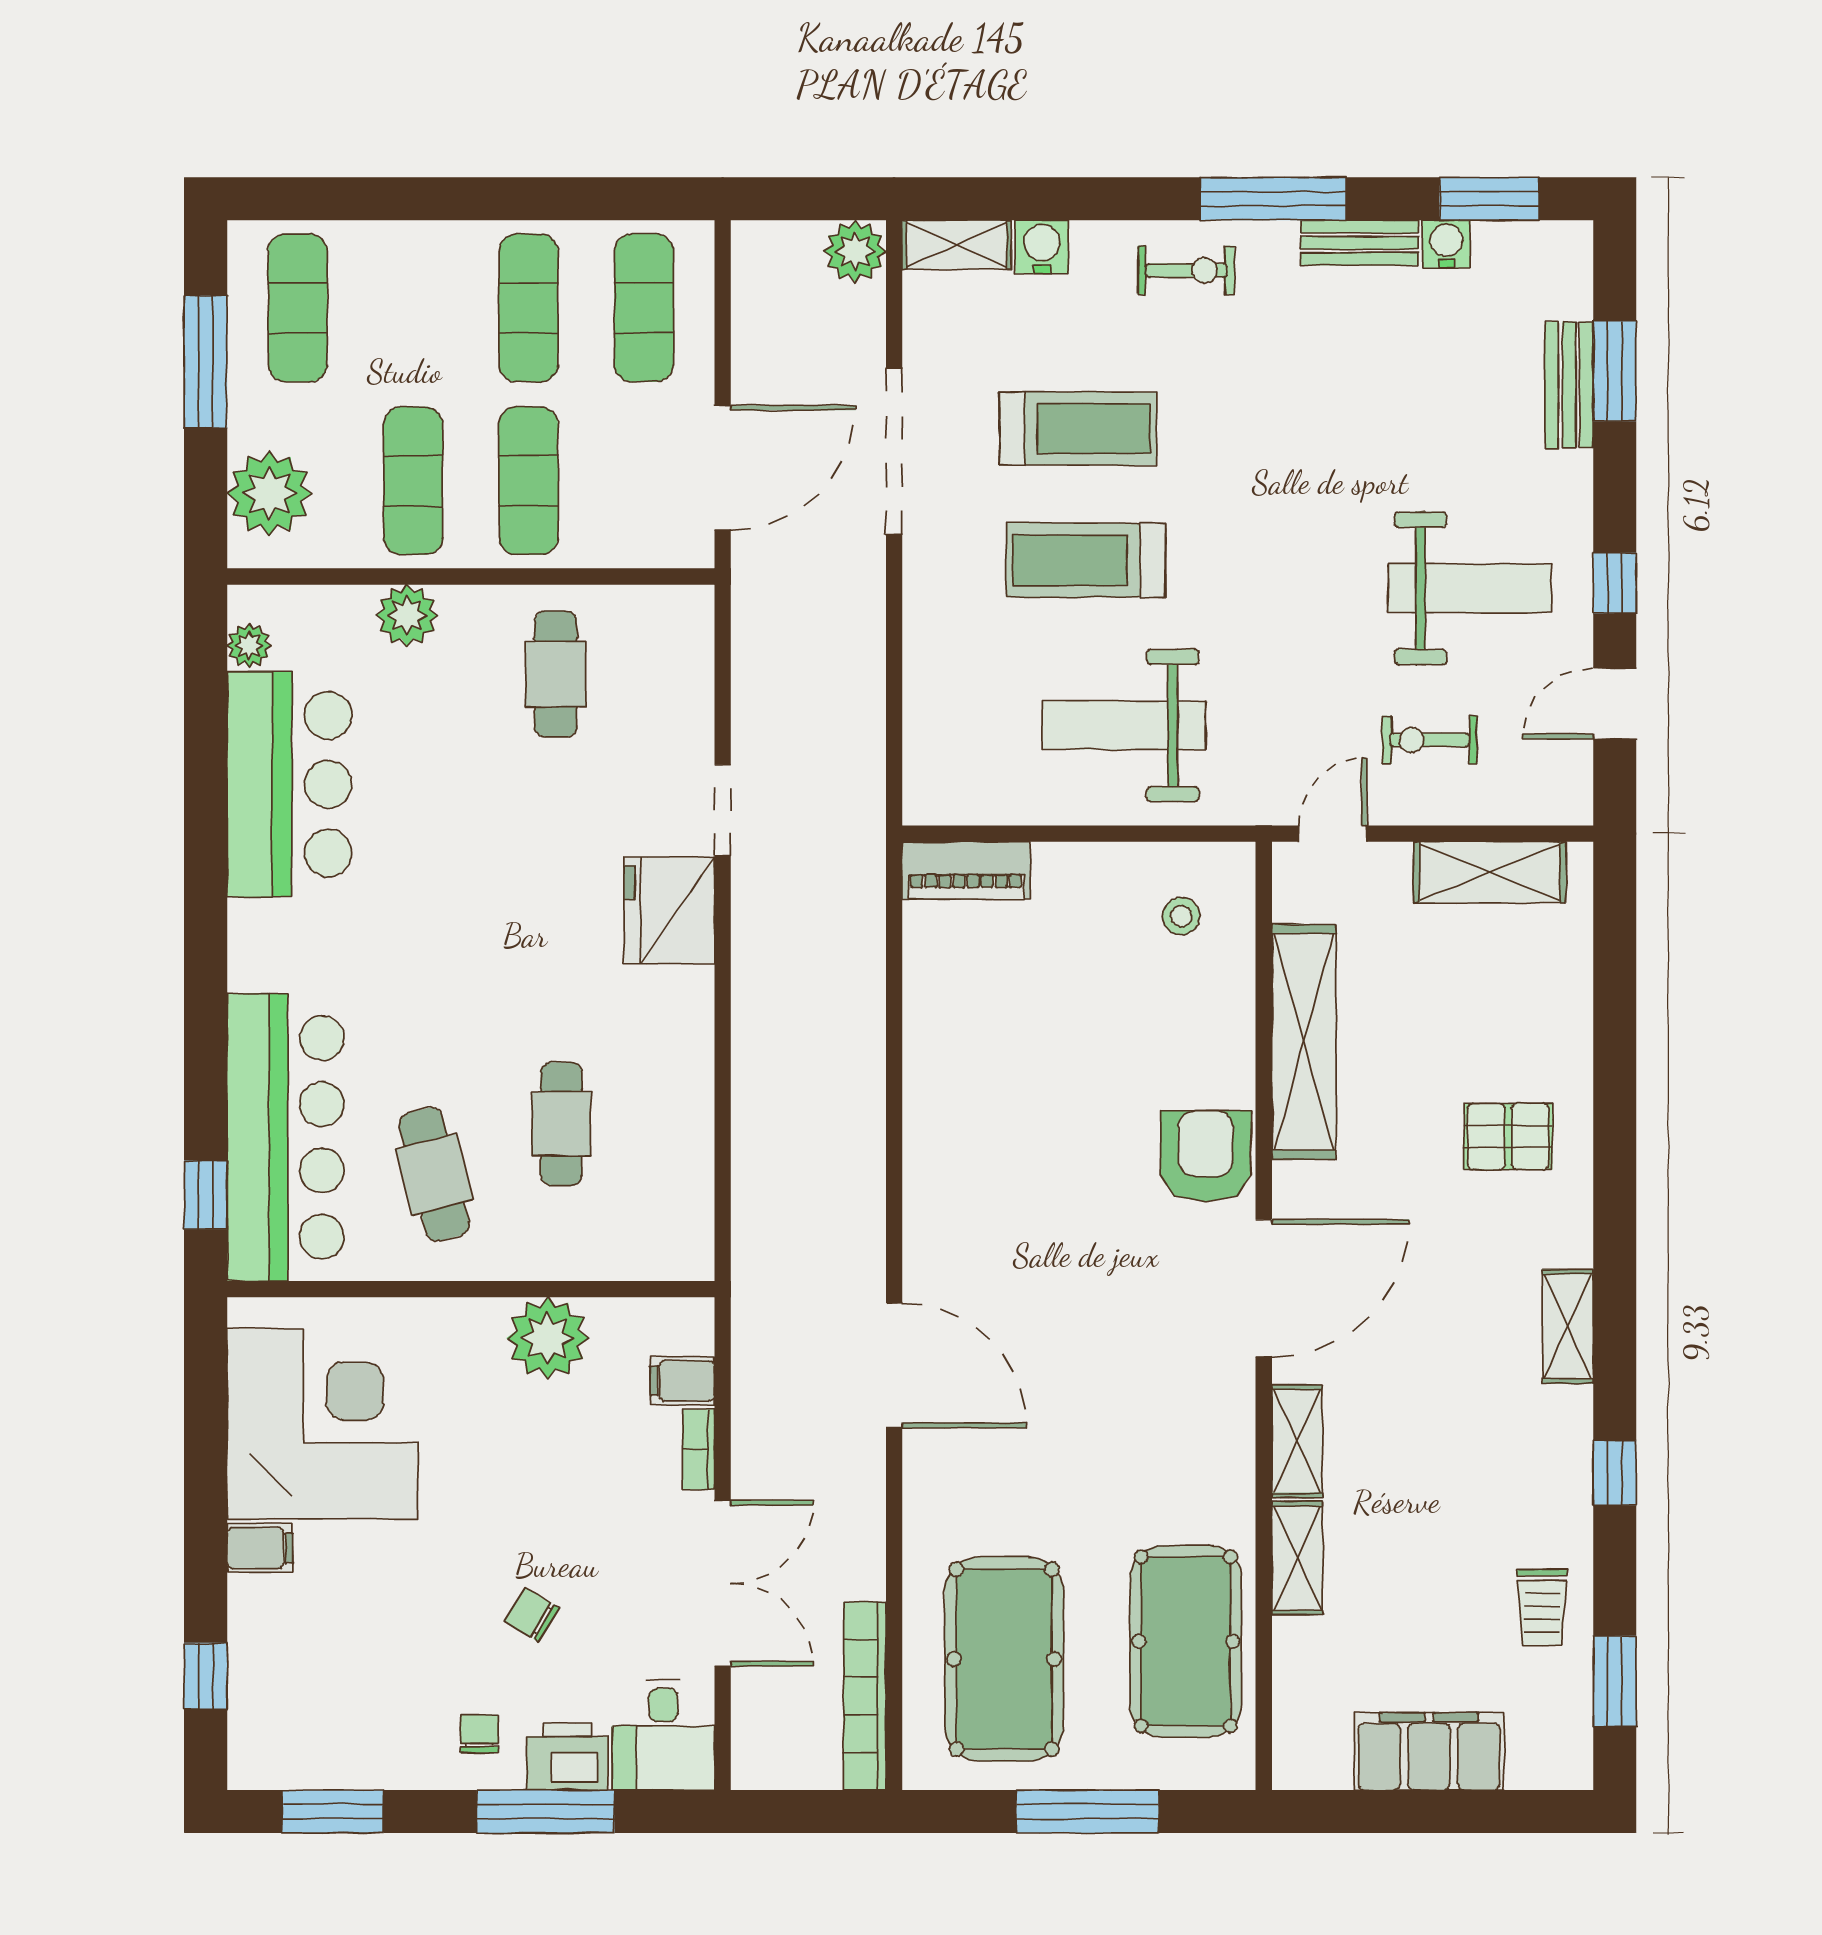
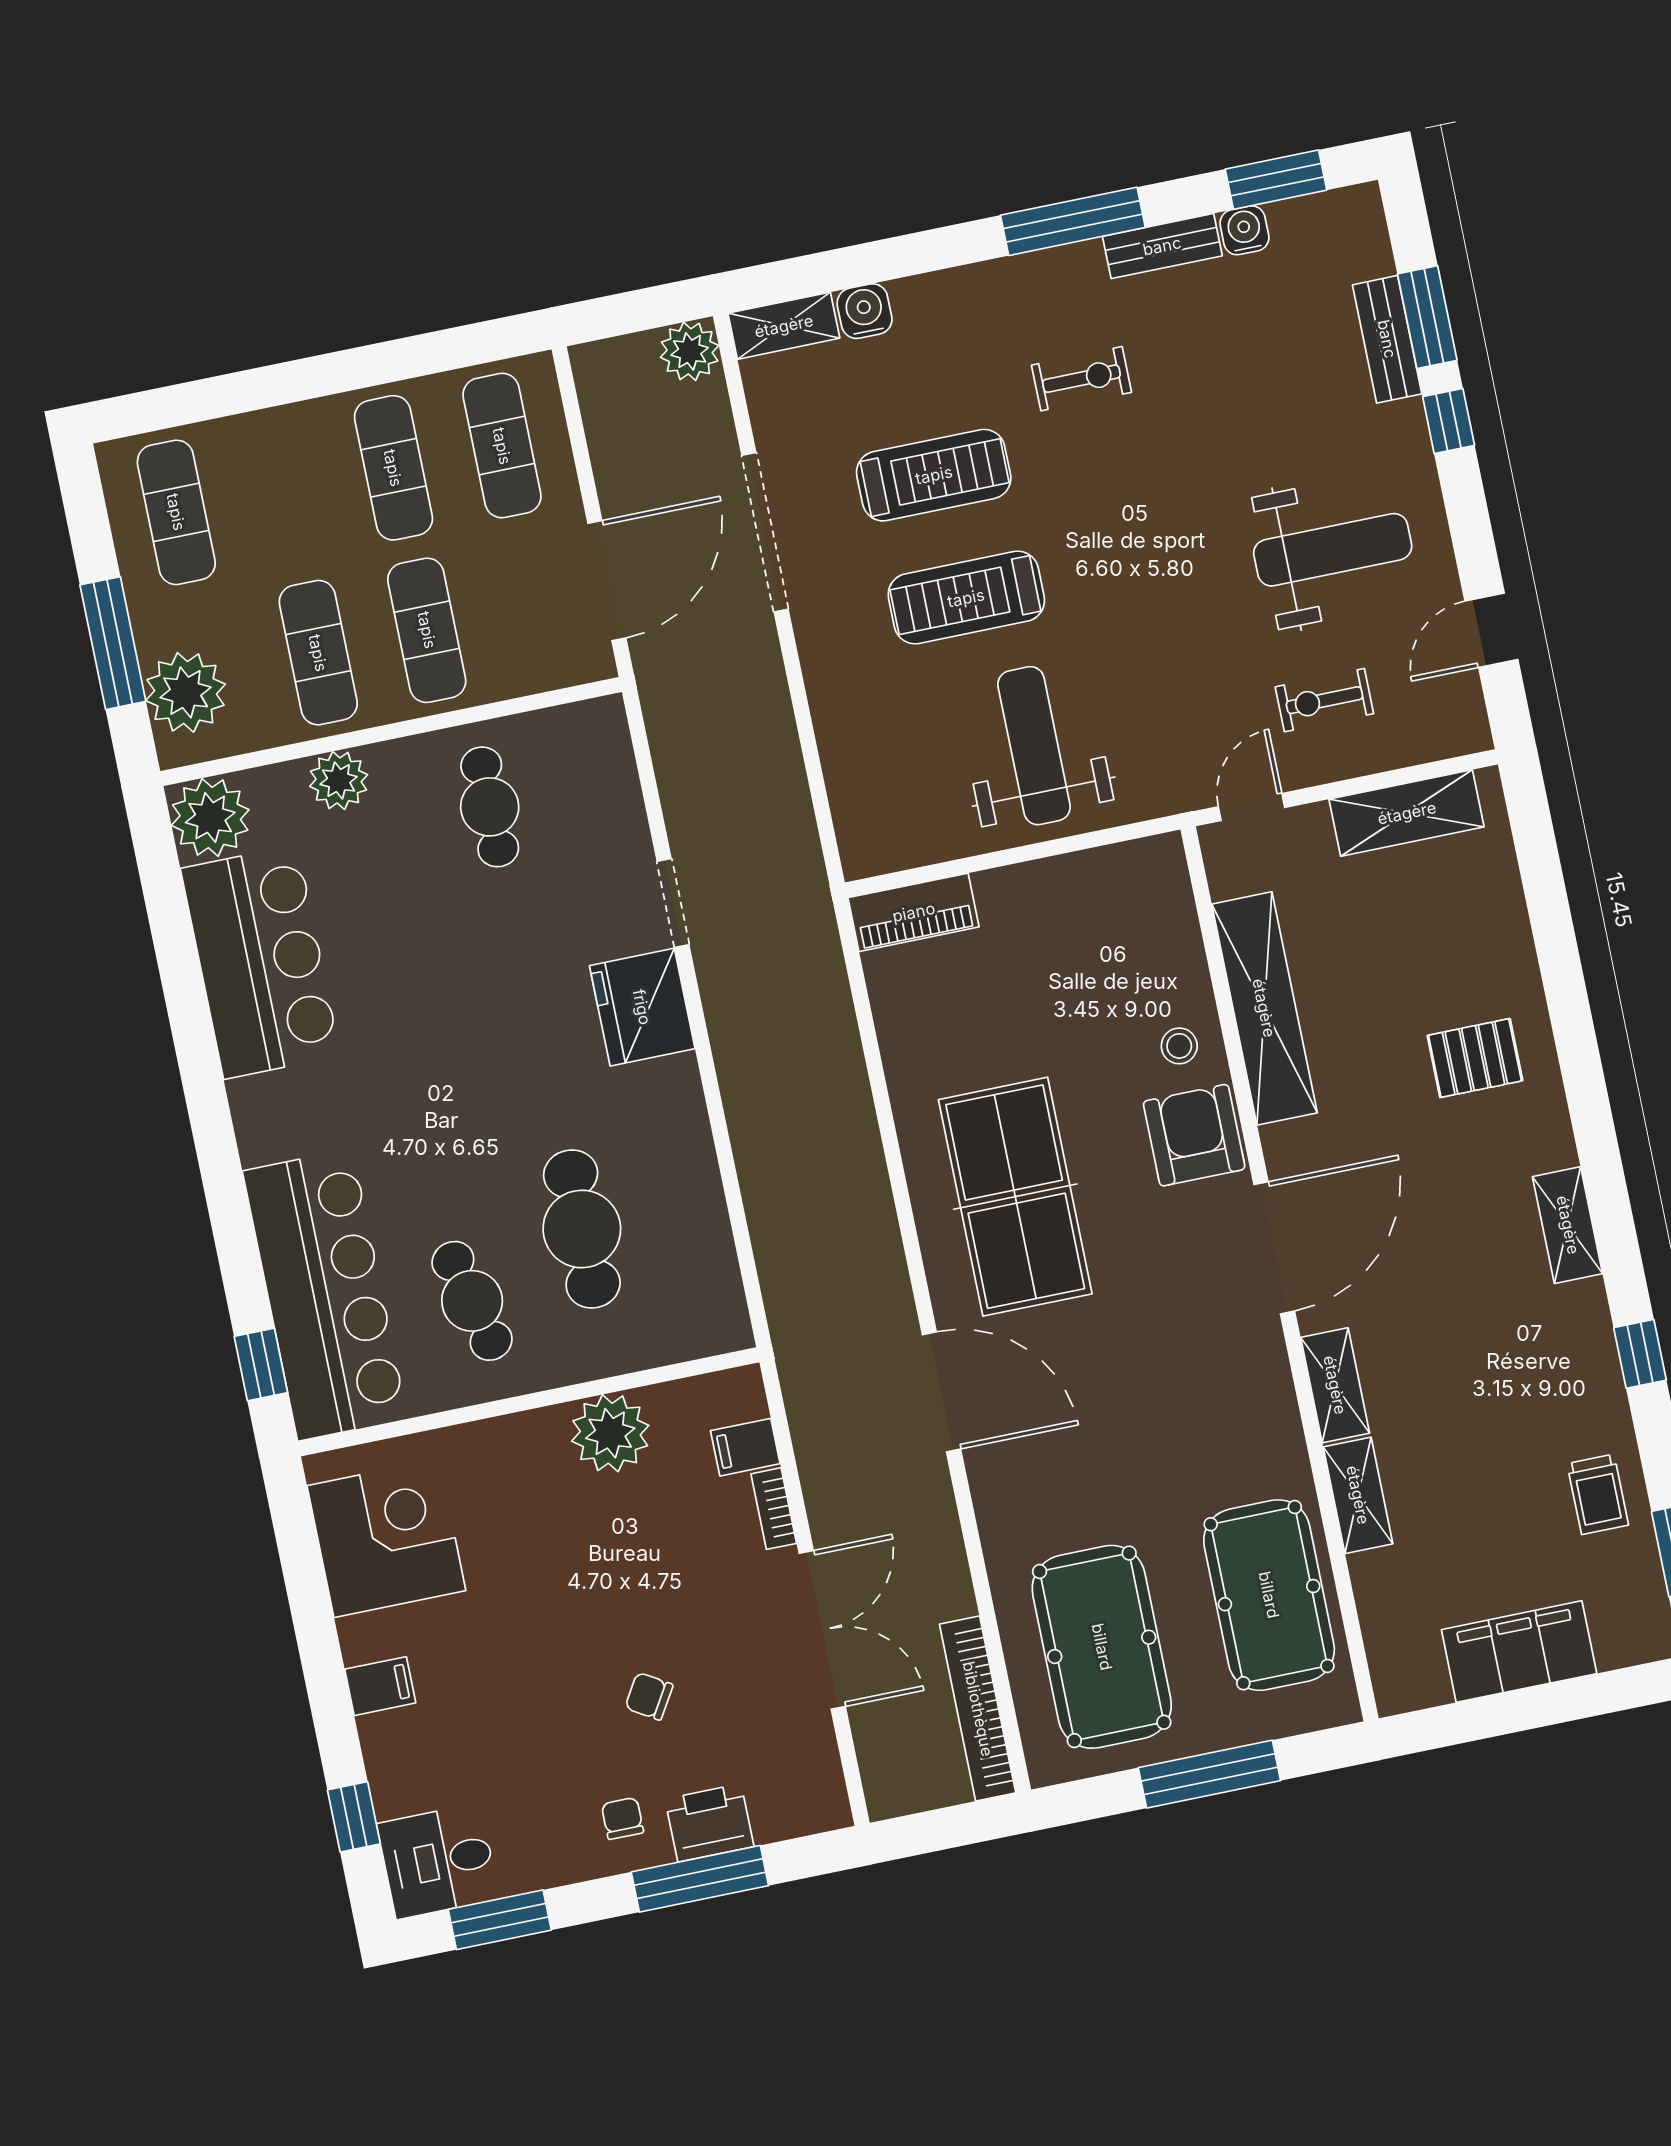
exercise bike: (1186, 270) -> (1082, 379), moved
window: (206, 362) -> (113, 643), moved
window: (1615, 583) -> (1449, 421), moved
plant: (249, 646) -> (210, 818), width x1.88, depth x1.88
weight bench: (1124, 726) -> (1034, 746), turned 90
stool: (1181, 916) -> (1179, 1046), moved
cafe table: (561, 1124) -> (582, 1229), width x1.37, depth x1.35
table tennis table: (1010, 1182) -> (1015, 1197), added
corner desk: (322, 1424) -> (386, 1538), width x0.74, depth x0.74
desk: (663, 1735) -> (438, 1861), moved, turned 90

